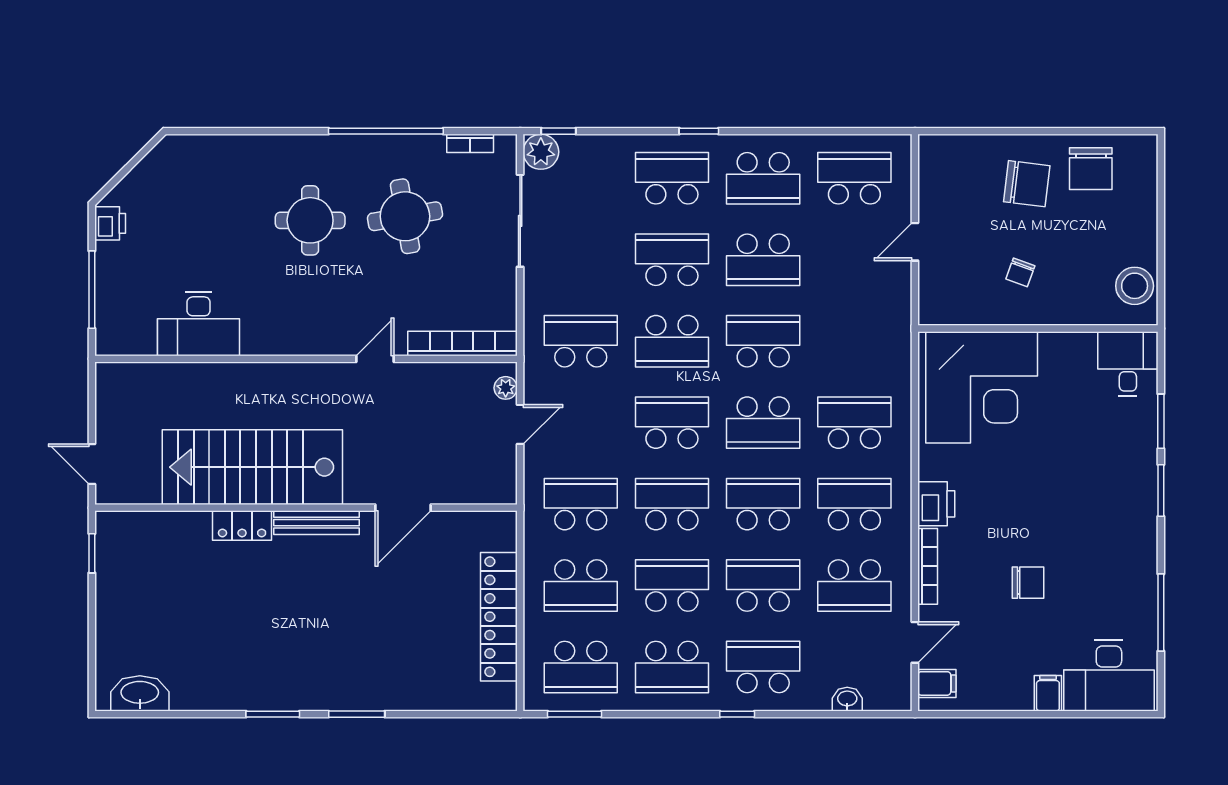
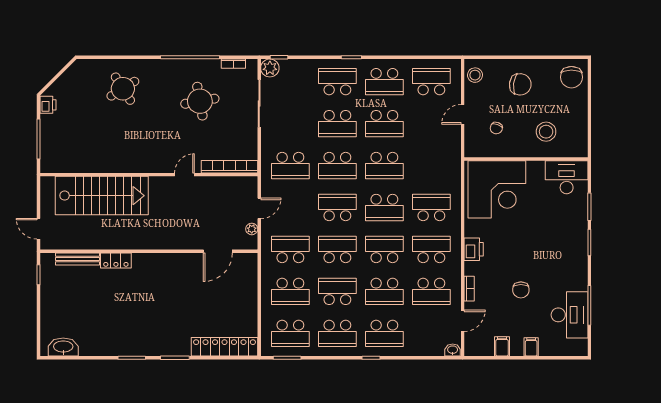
stool: (939, 166) -> (475, 75), added
chair: (1091, 169) -> (571, 77), moved
round table: (310, 220) -> (123, 89), moved, turned -32
school desk: (672, 260) -> (337, 124), turned 180
chair: (1020, 272) -> (496, 128), moved
stool: (1135, 286) -> (546, 132), moved
desk: (199, 324) -> (93, 157), removed
school desk: (581, 341) -> (290, 166), turned 180
school desk: (763, 341) -> (384, 166), turned 180
desk: (1128, 364) -> (567, 177), width x1.37
plant: (506, 388) -> (252, 229), moved
stairs: (252, 467) -> (102, 196), moved, turned 180
door: (403, 508) -> (218, 251), moved
bench: (316, 523) -> (78, 259), moved
bookcase: (928, 566) -> (469, 289), width x0.64
chair: (1028, 583) -> (521, 290), turned 90
school desk: (763, 586) -> (384, 291), turned 180
locker: (499, 617) -> (225, 347), moved, turned 90
school desk: (763, 667) -> (384, 333), turned 180
desk: (1109, 676) -> (570, 315), moved, turned -90
filing cabinet: (937, 683) -> (502, 346), moved, turned -90
washbasin: (847, 699) -> (453, 350), moved

